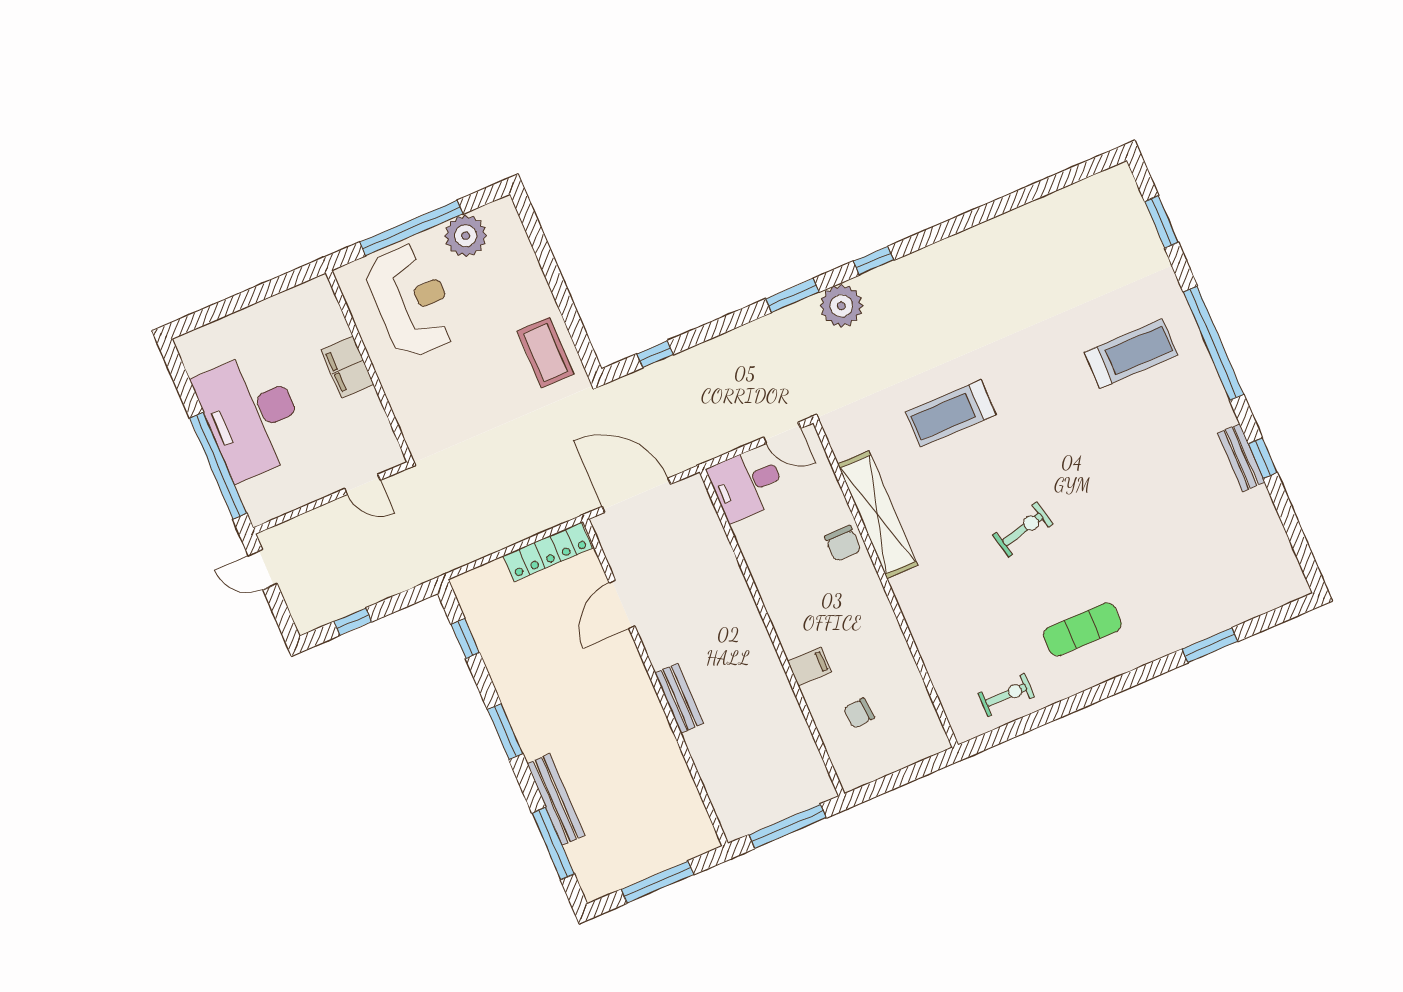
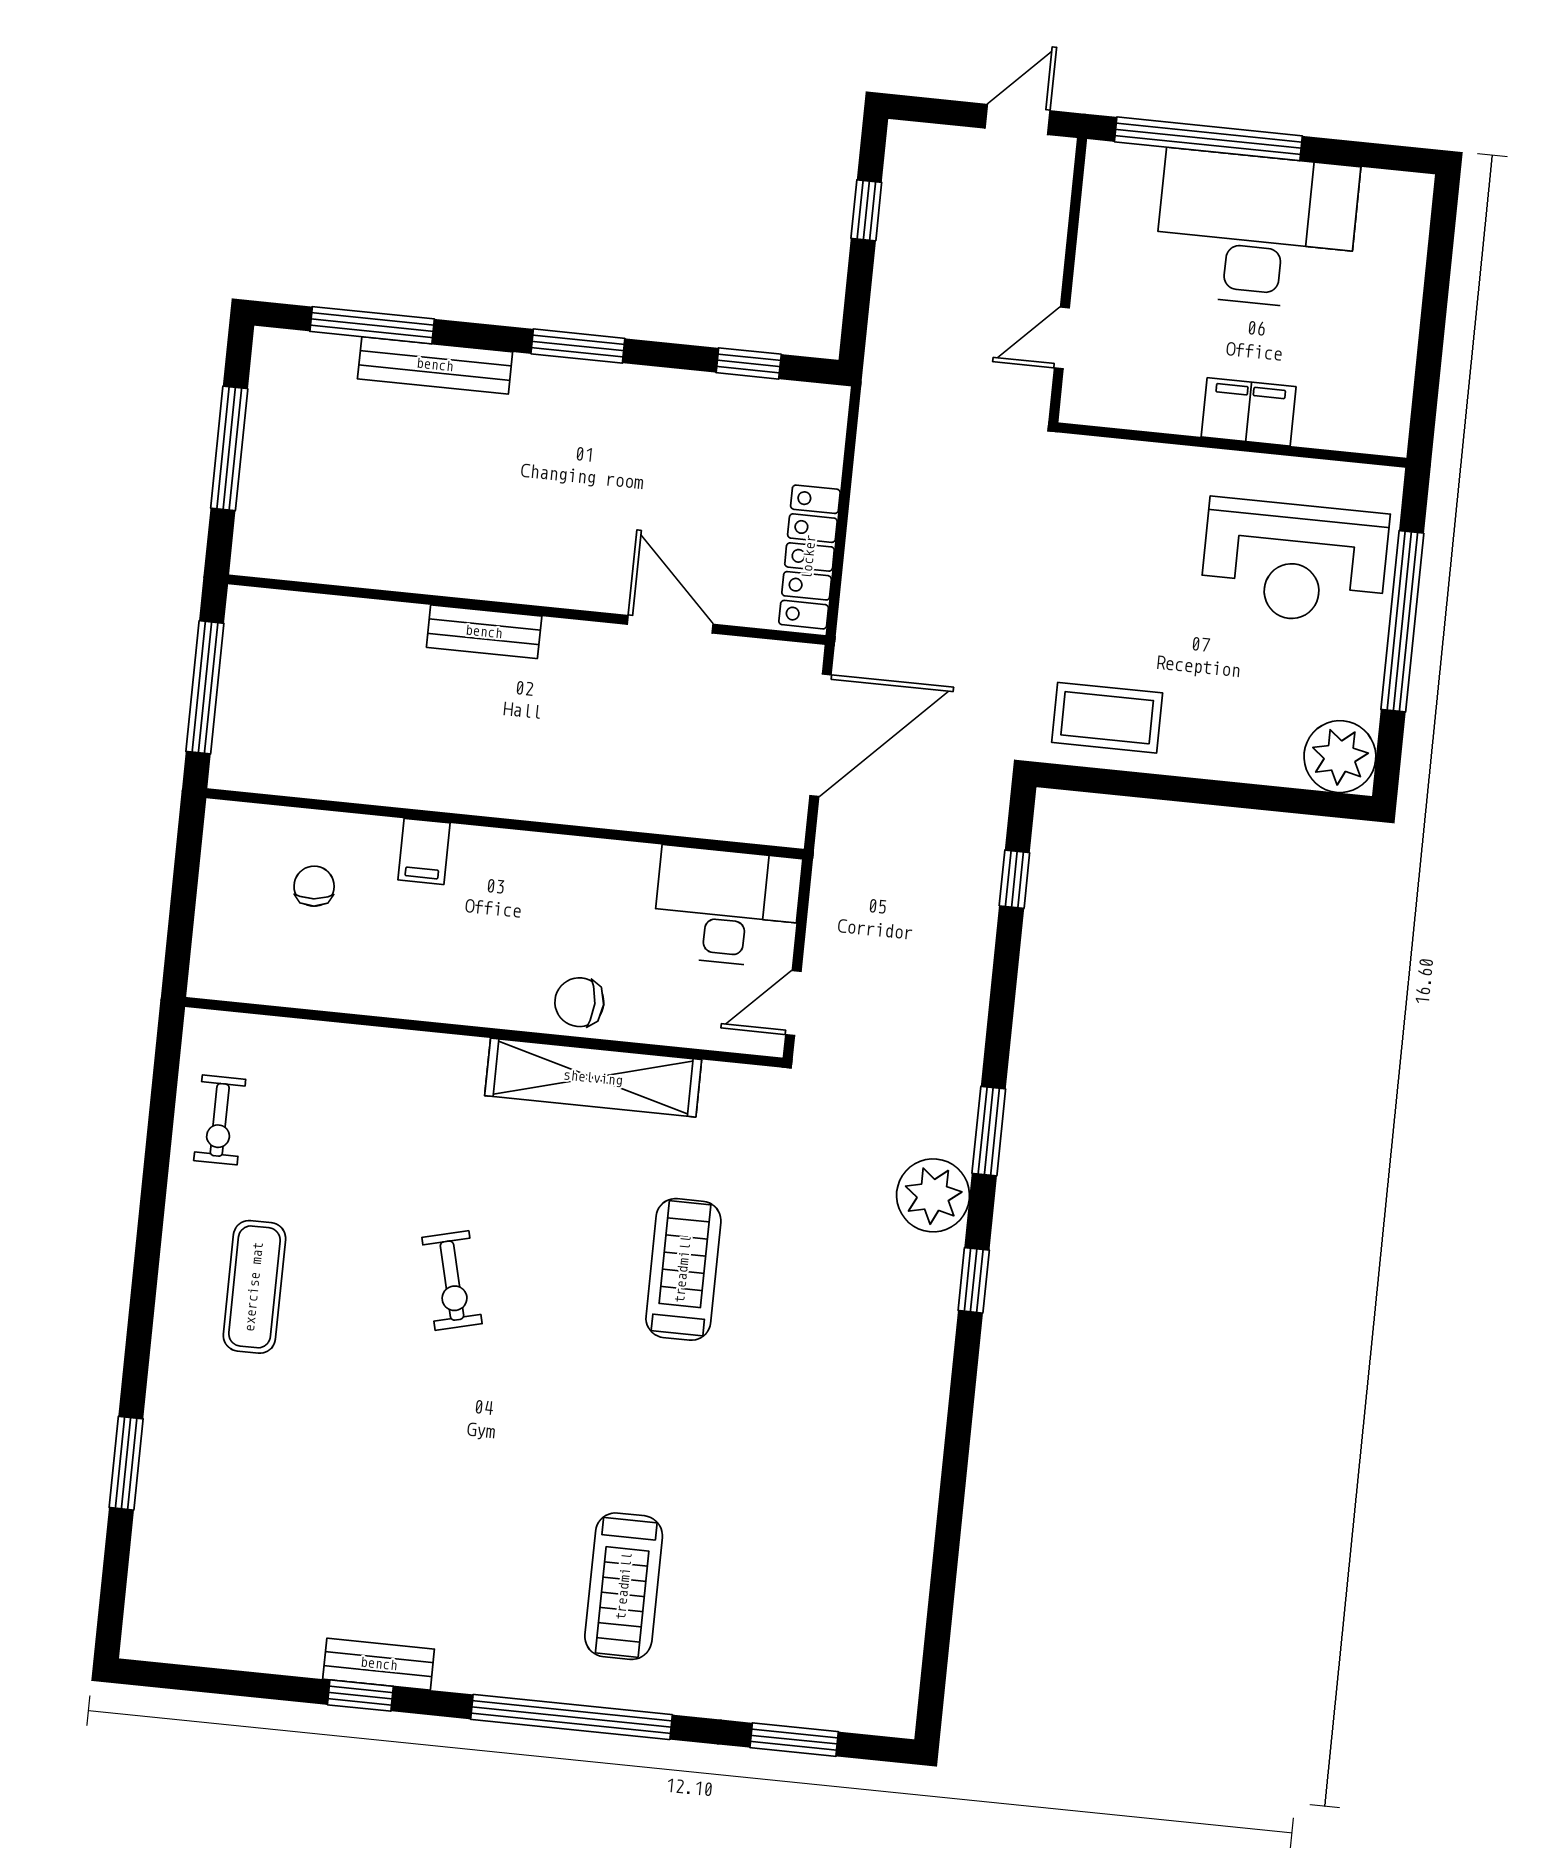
plant: (466, 236) -> (1340, 757), moved
desk: (747, 484) -> (727, 907), width x1.37

